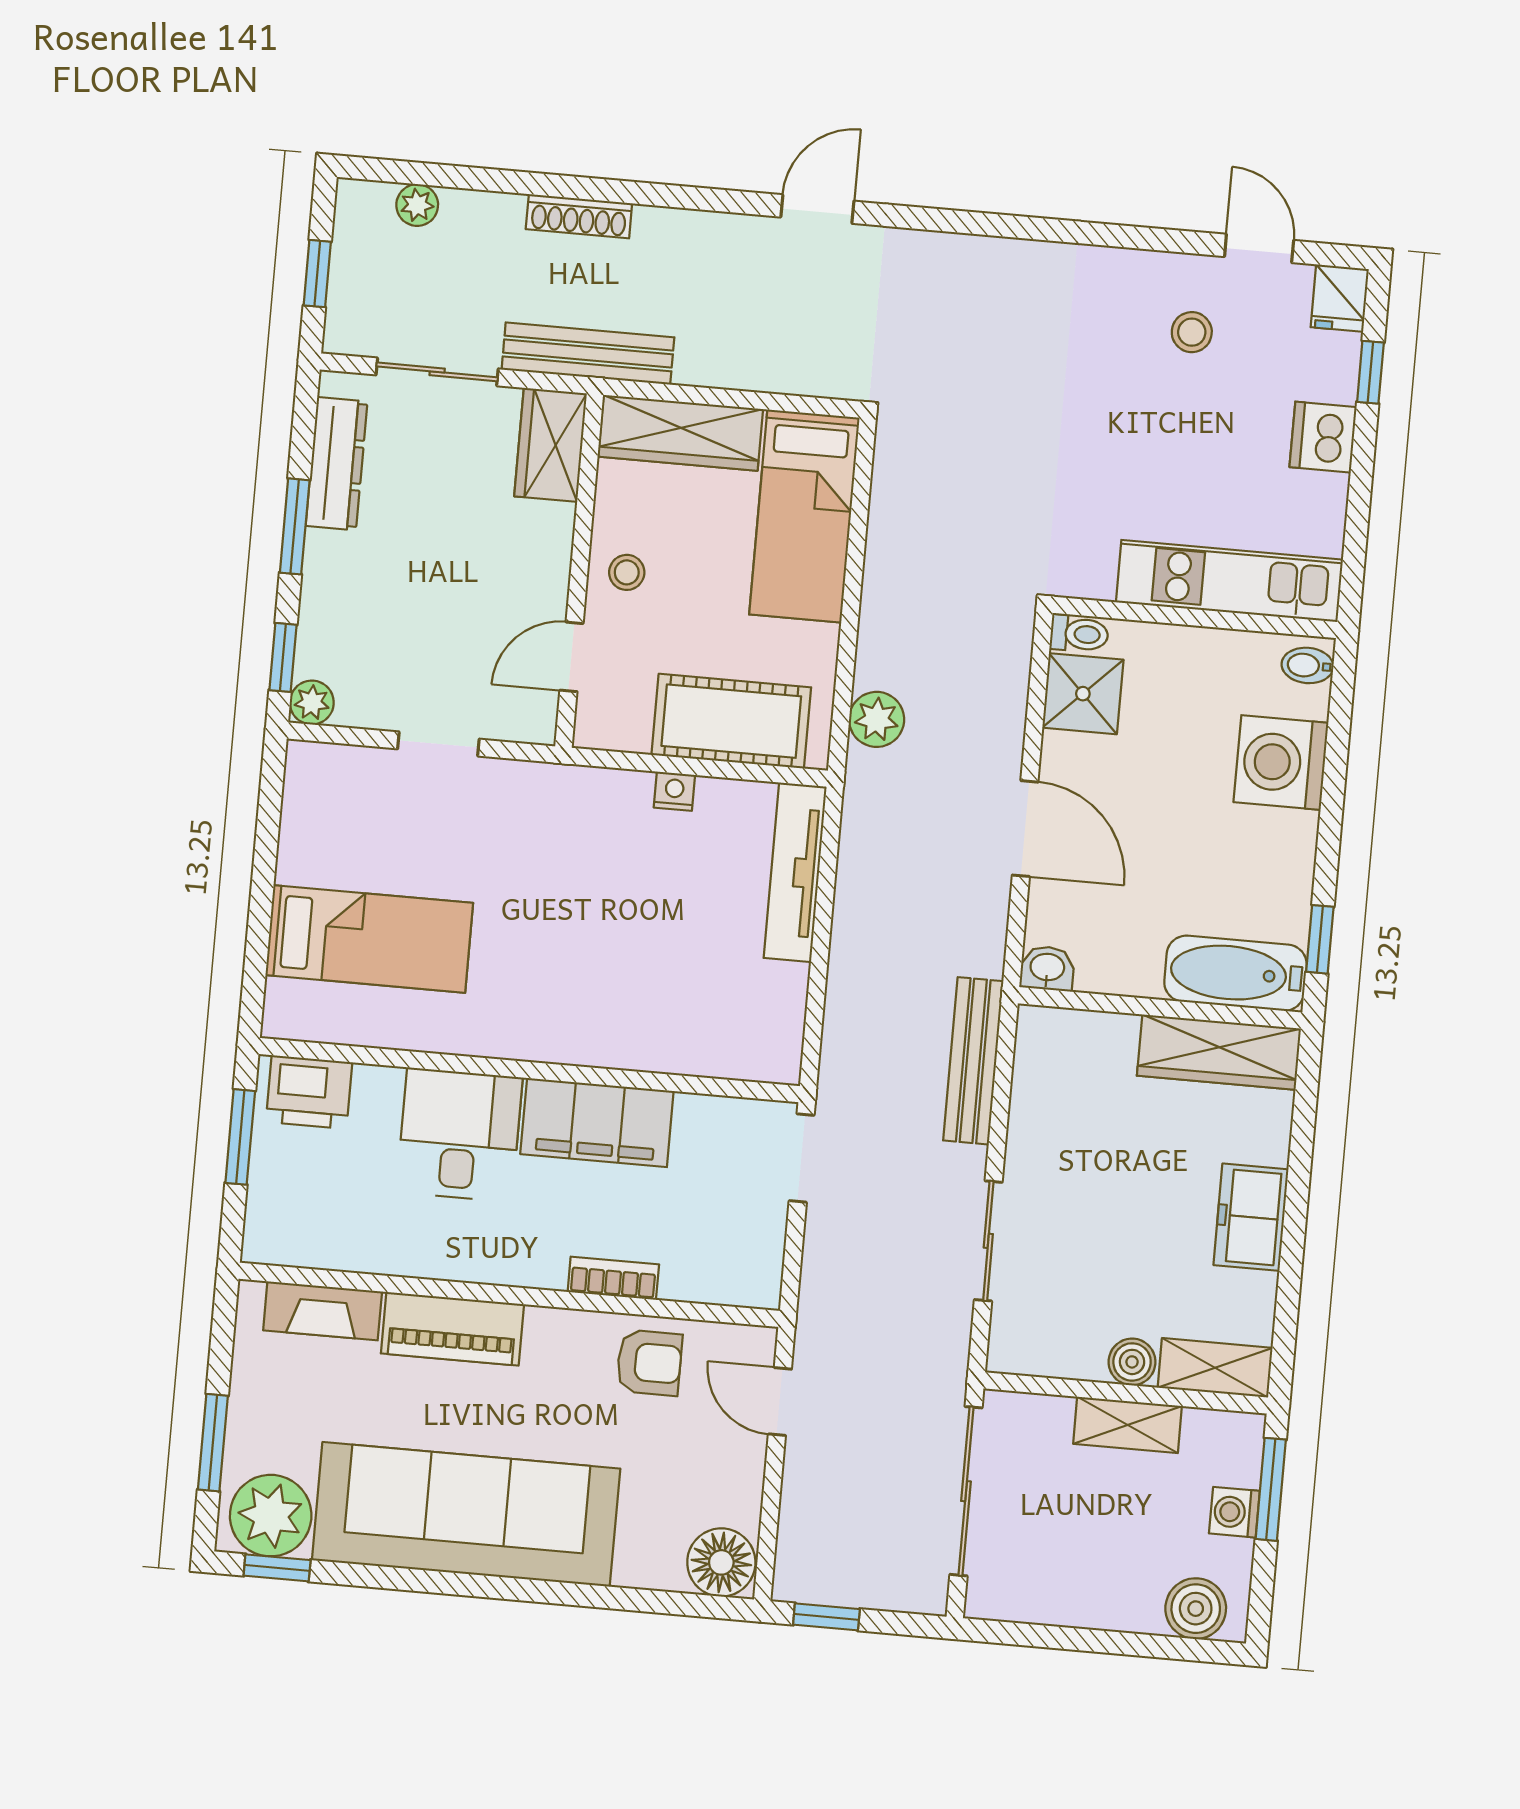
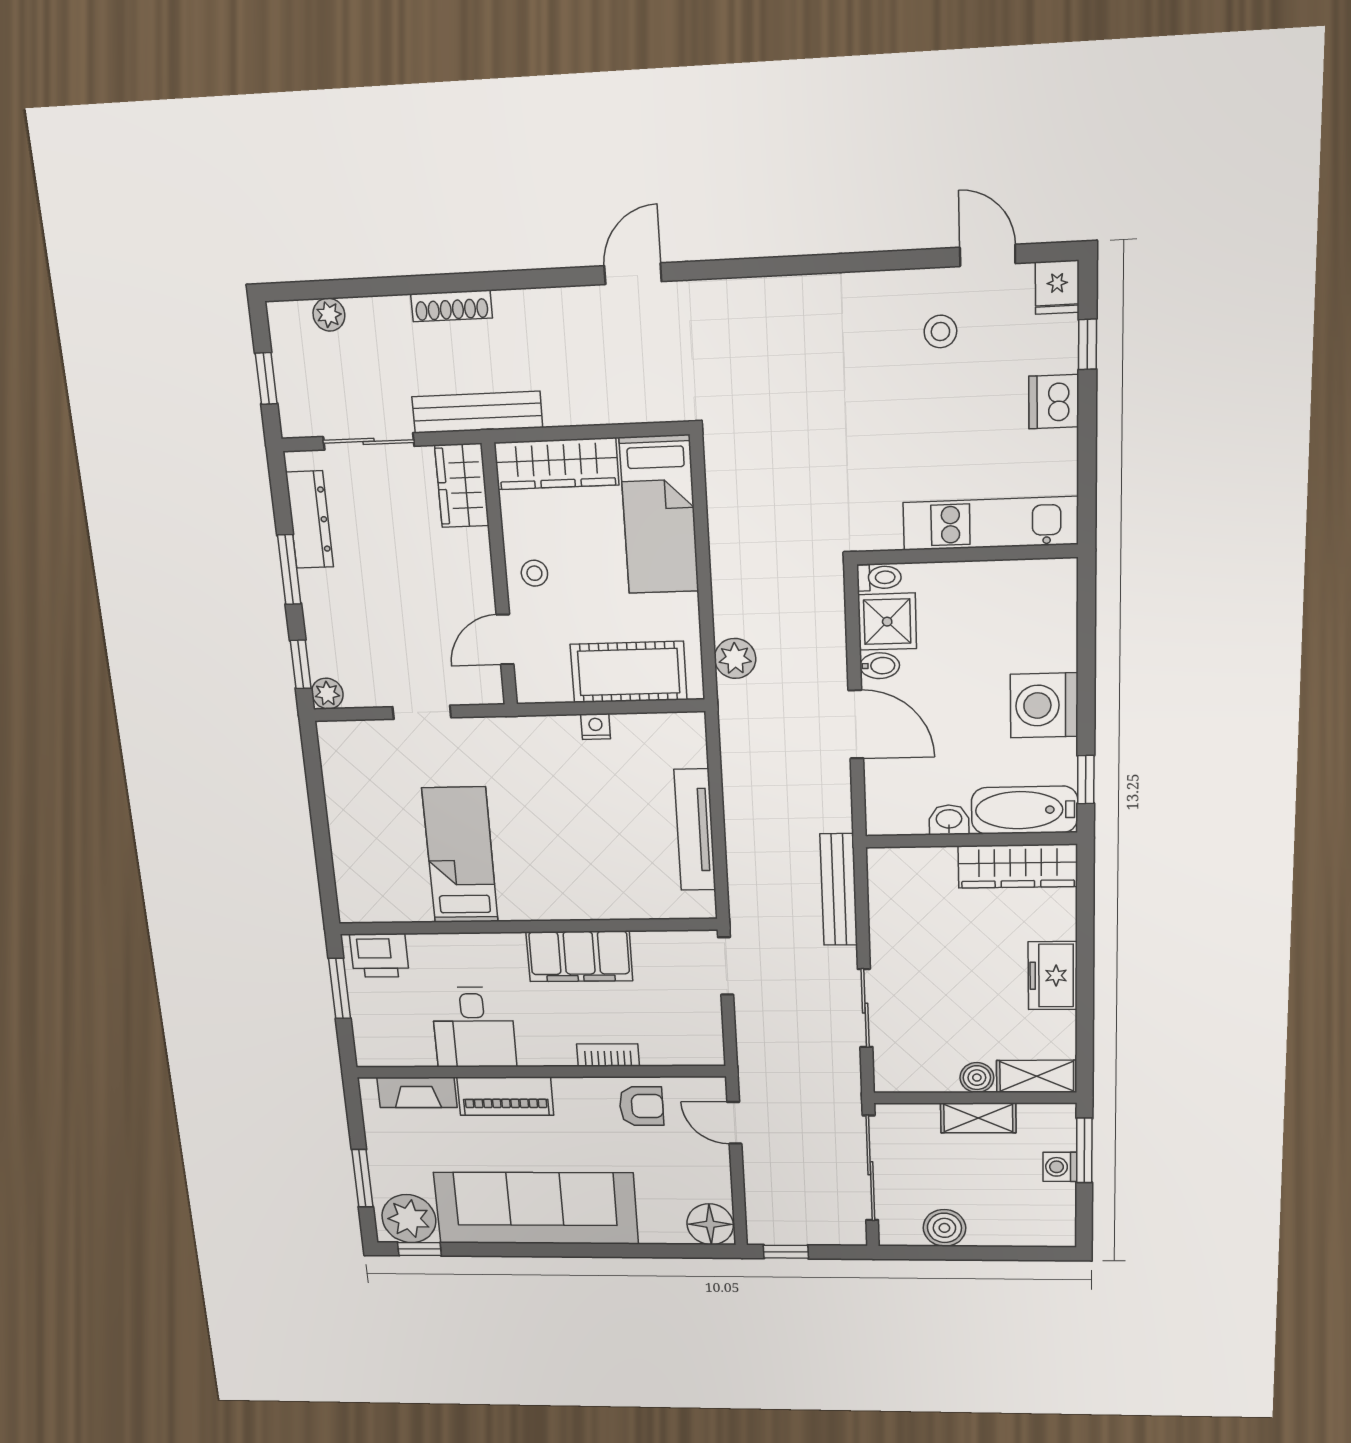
bidet: (1307, 665) -> (880, 666), moved, turned 180
washing machine: (1281, 763) -> (1044, 705), moved
tv unit: (795, 872) -> (695, 830), moved
bed: (369, 939) -> (460, 855), moved, turned -90
washbasin: (1047, 968) -> (949, 820), moved
desk: (459, 1135) -> (474, 1027), moved, turned 180
boiler: (1196, 1609) -> (944, 1228), moved

